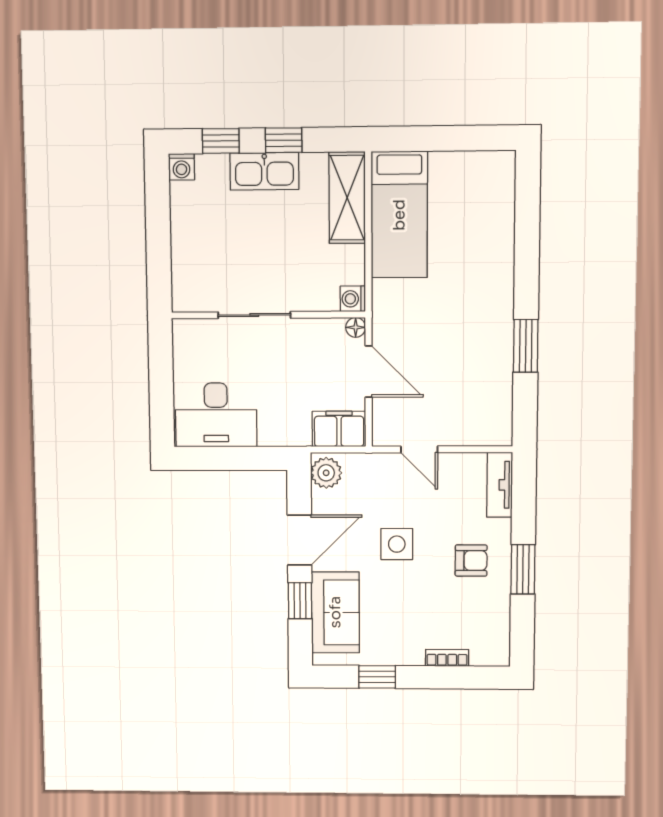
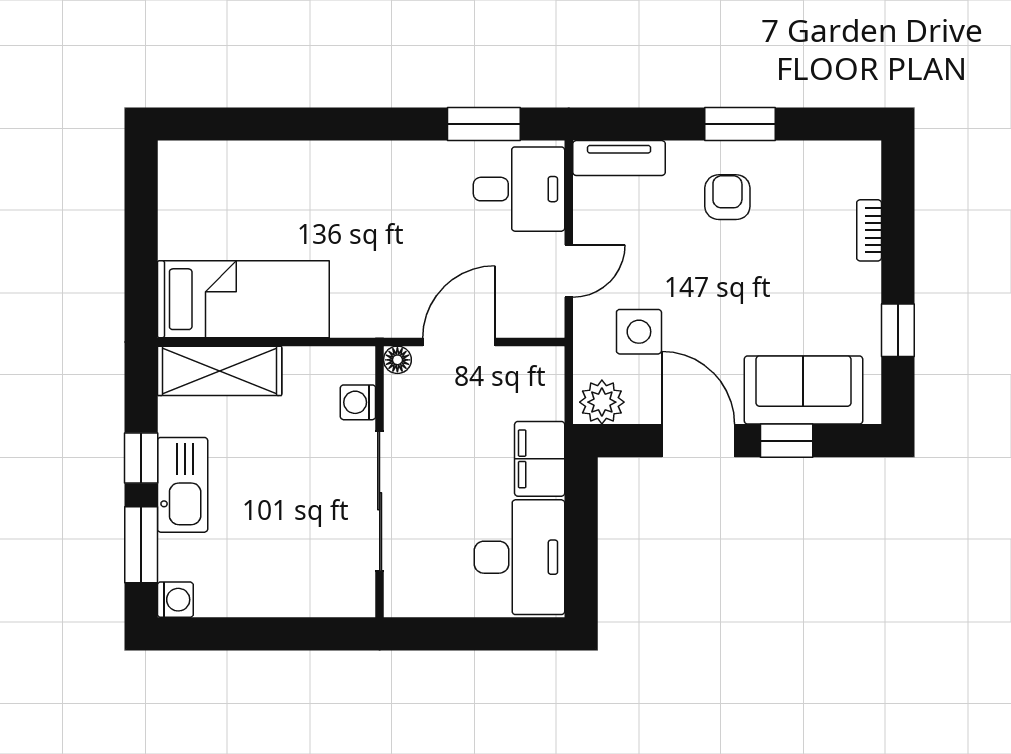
window: (221, 141) -> (141, 545), width x1.50
washing machine: (353, 299) -> (358, 402), moved, turned 90
sliding door: (254, 315) -> (380, 501), width x1.37
window: (526, 346) -> (484, 124), moved
desk: (478, 414) -> (519, 189), added
filing cabinet: (339, 429) -> (540, 459), moved
side table: (397, 544) -> (639, 332), moved

